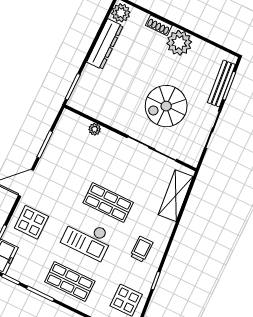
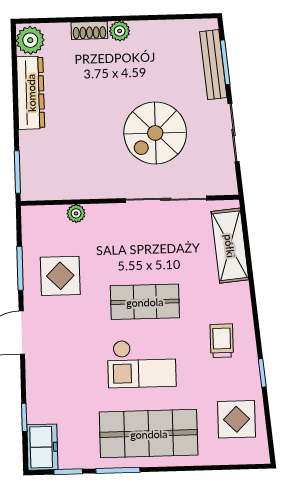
plant: (179, 43) -> (120, 31), width x0.53, depth x0.53
display table: (31, 222) -> (60, 276), moved
shop shelf: (70, 281) -> (149, 434), width x1.43, depth x1.36

